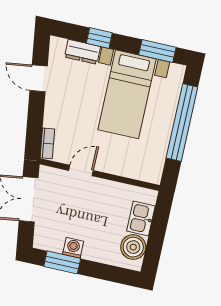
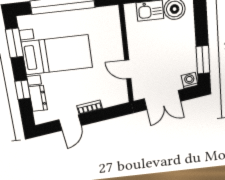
bookcase: (47, 143) -> (90, 107), moved
washing machine: (73, 248) -> (190, 80), moved, turned 82

